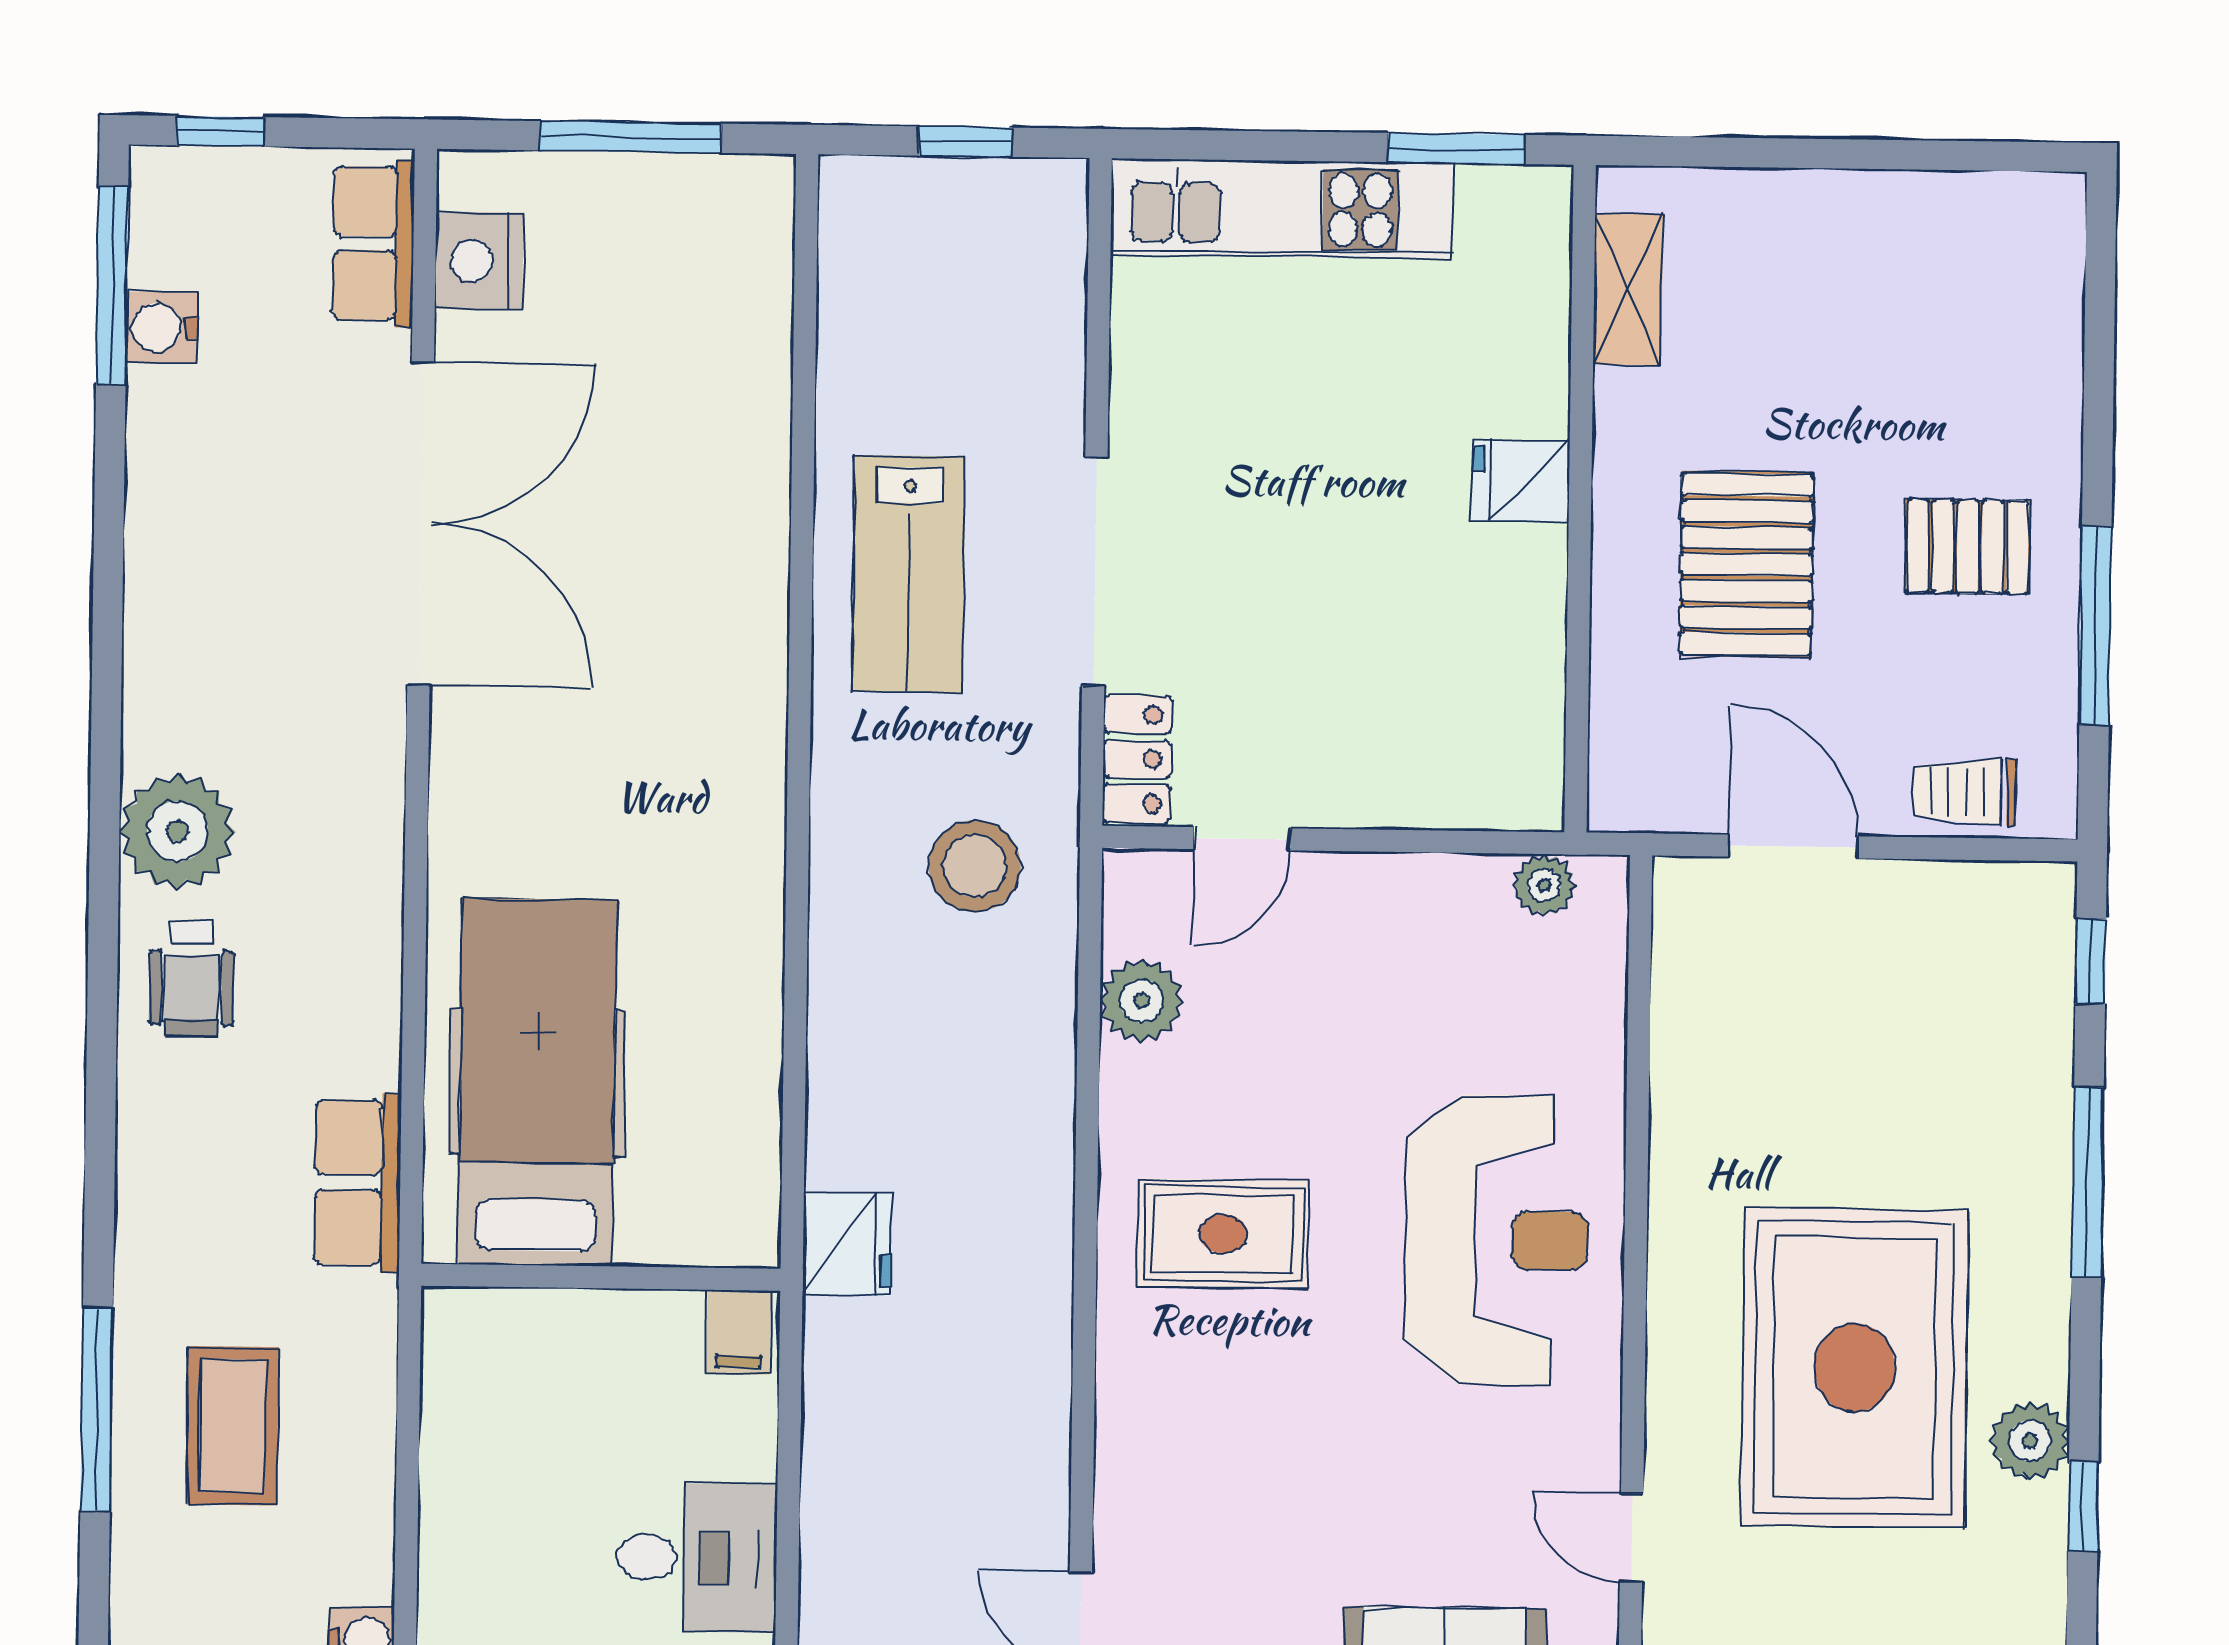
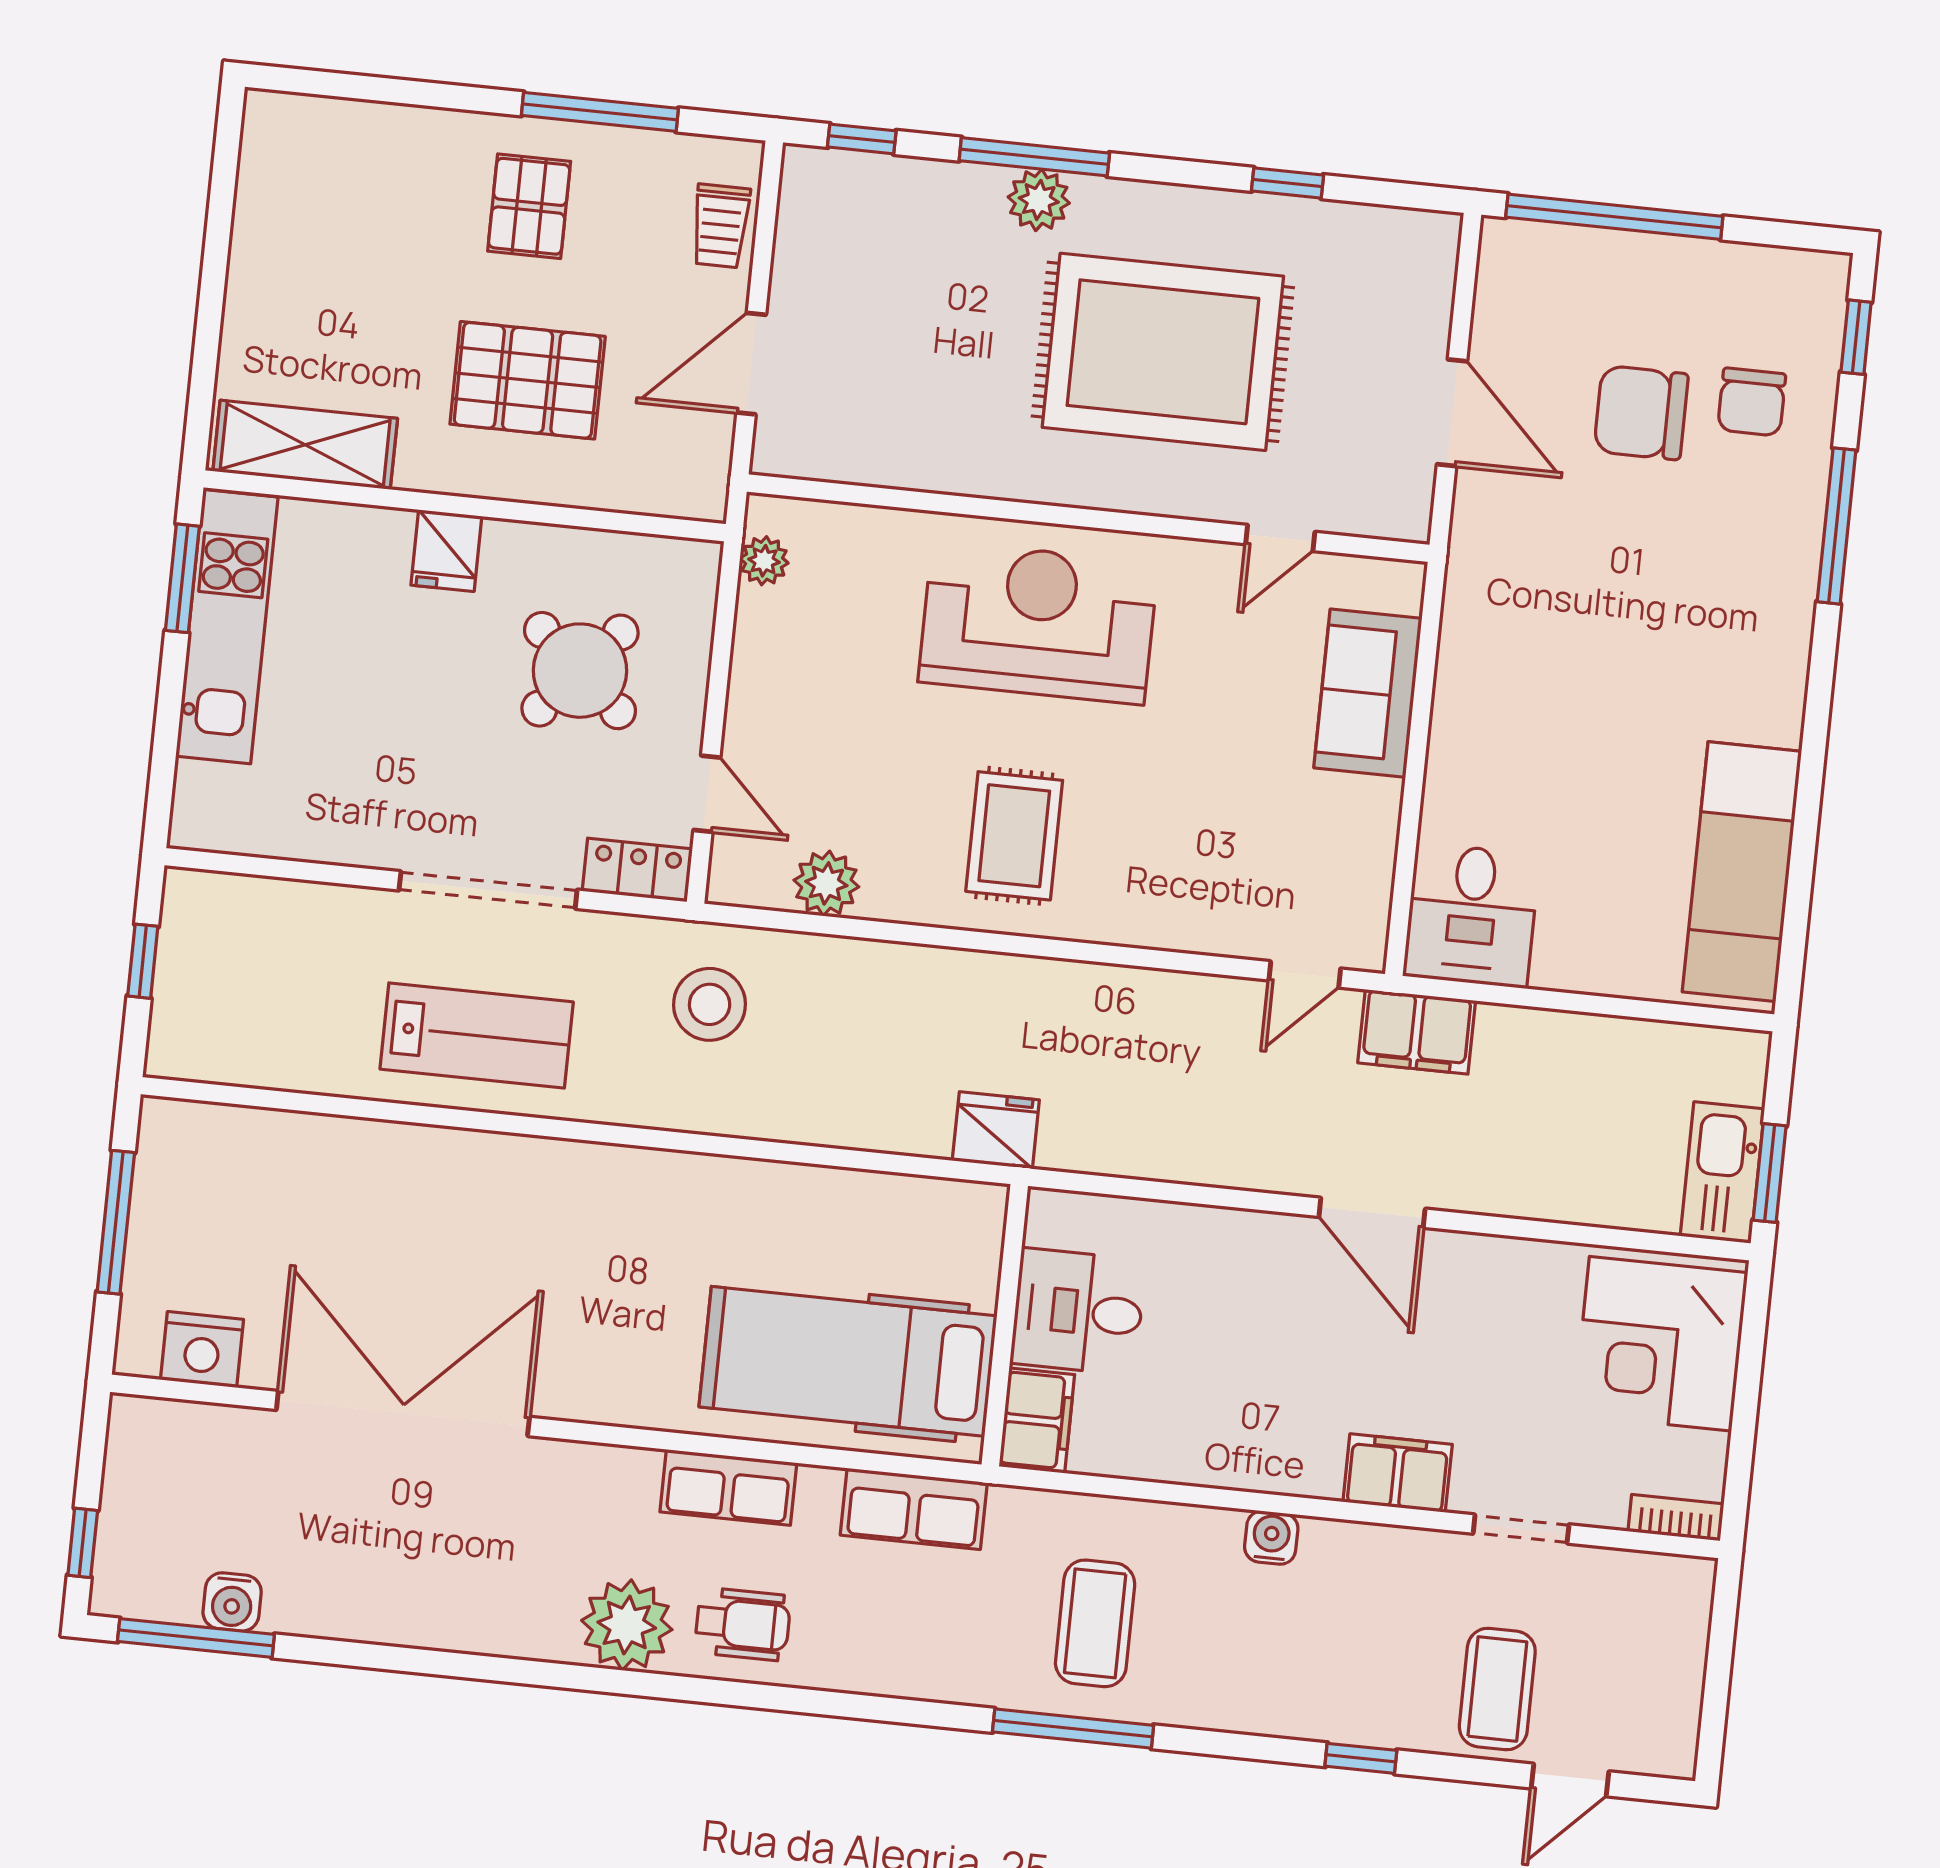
kitchen unit: (1282, 209) -> (227, 627), moved
row of seats: (373, 243) -> (728, 1487), moved
shelving: (1628, 289) -> (305, 445), width x1.50, depth x1.33
round table: (1384, 664) -> (580, 671), added
filing cabinet: (739, 1332) -> (1037, 1420), moved, width x2.00
coffee table: (233, 1426) -> (1095, 1623), turned 90
plant: (2030, 1441) -> (1039, 200), moved
desk: (696, 1558) -> (1078, 1312), moved, turned -90

